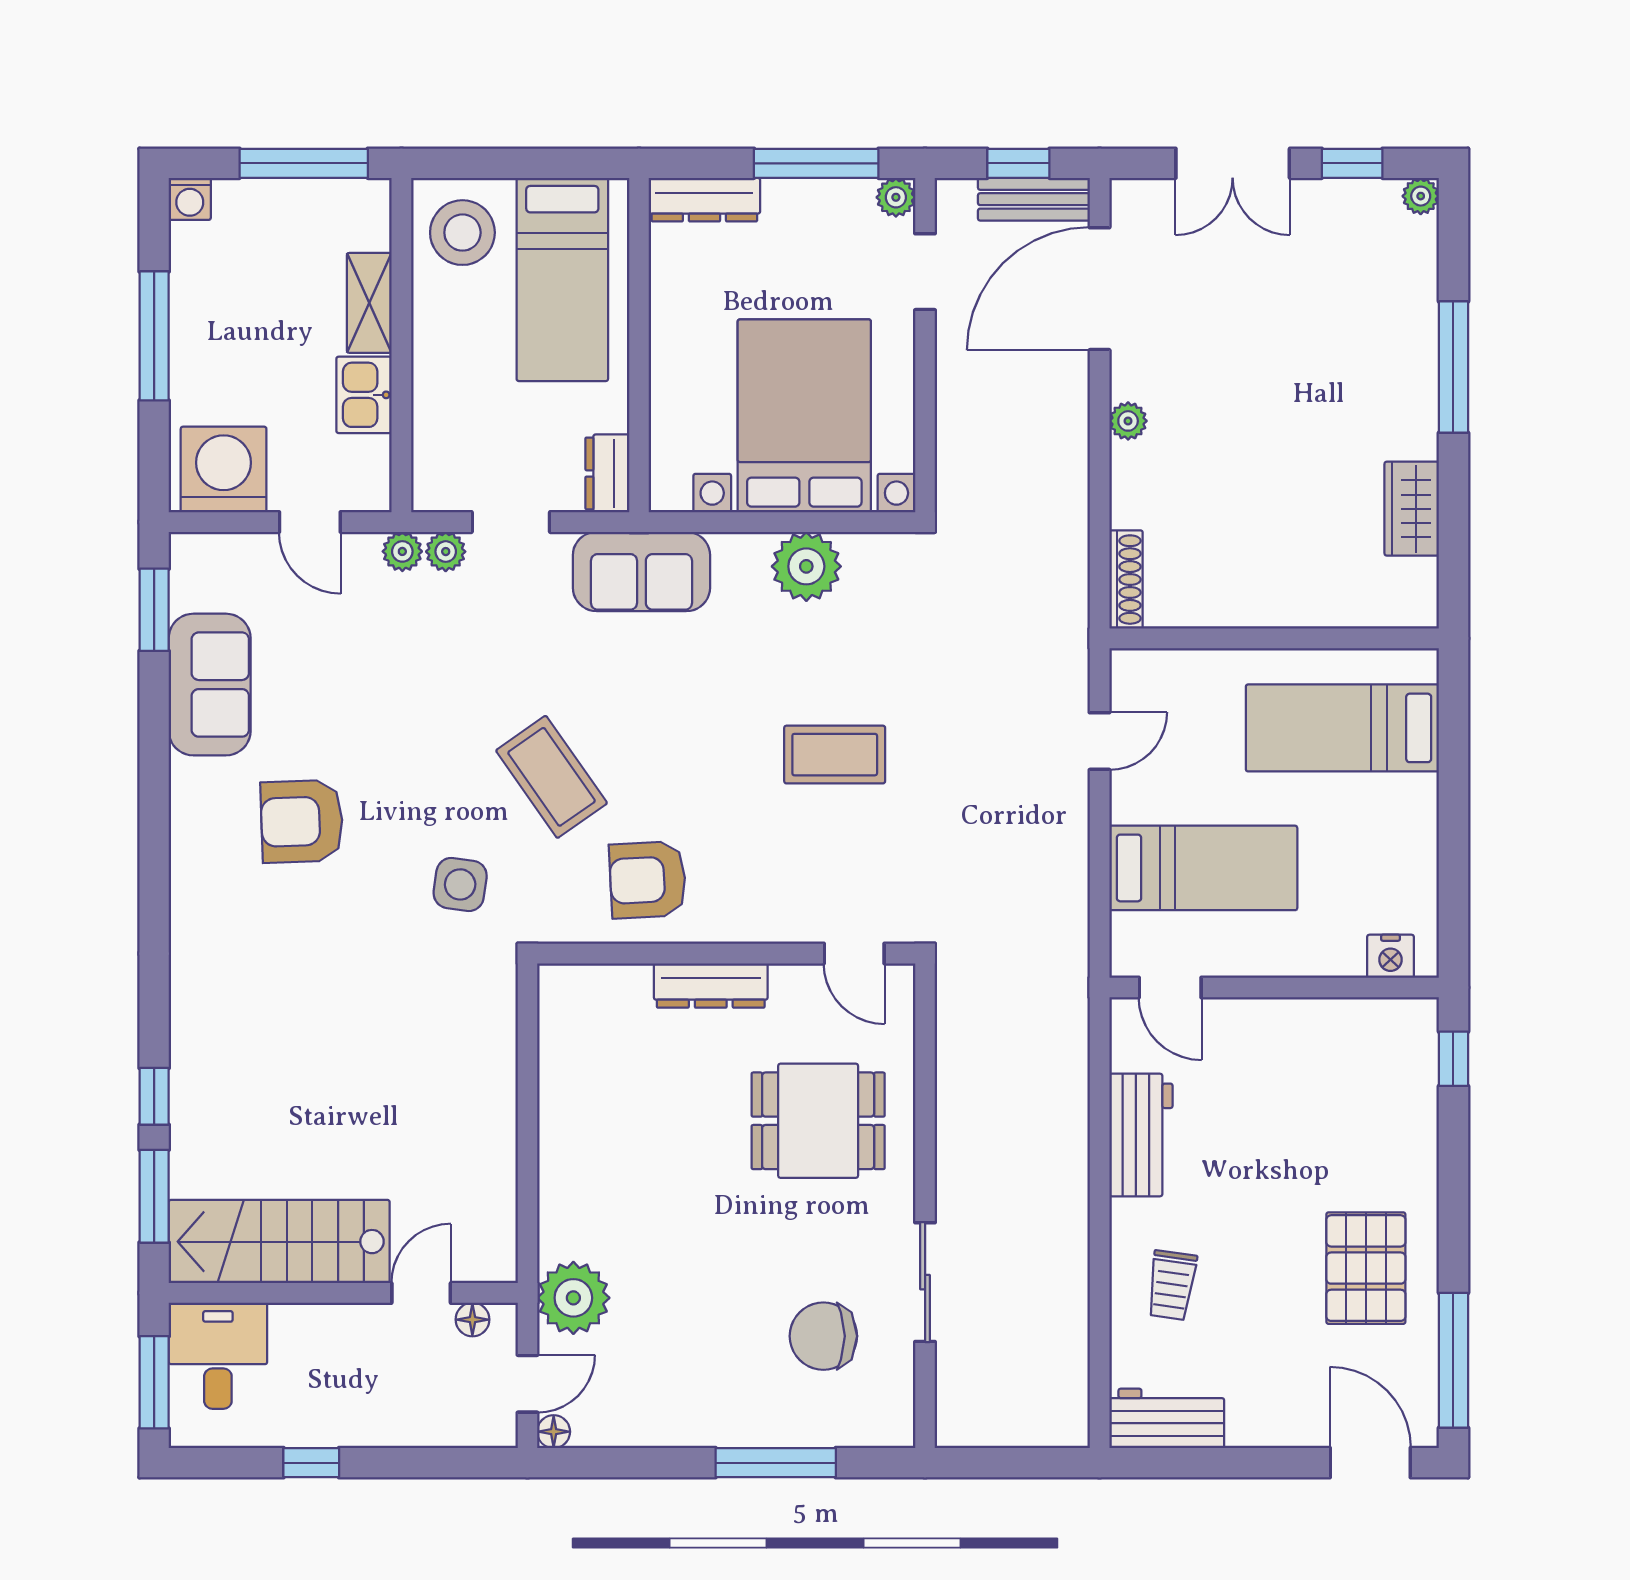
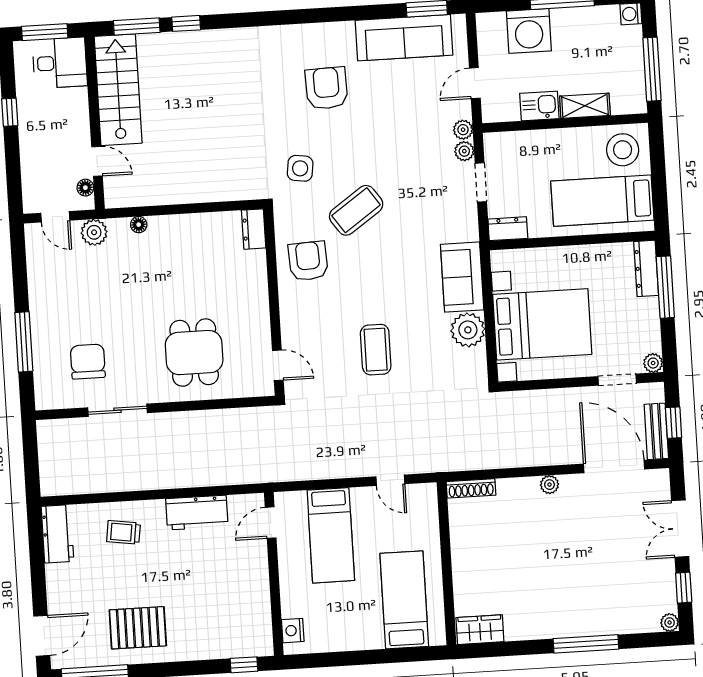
window: (816, 163) -> (665, 287), moved
washing machine: (224, 470) -> (529, 31), moved, turned 90
wardrobe: (1412, 509) -> (480, 630), moved
sofa: (641, 571) -> (462, 277), moved
sofa: (210, 685) -> (404, 38), width x1.36
door: (854, 954) -> (278, 365), swing flipped
dresser: (711, 985) -> (254, 229), moved, width x0.70
plant: (573, 1298) -> (94, 232), width x0.73, depth x0.73
floor lamp: (554, 1432) -> (139, 225), moved

